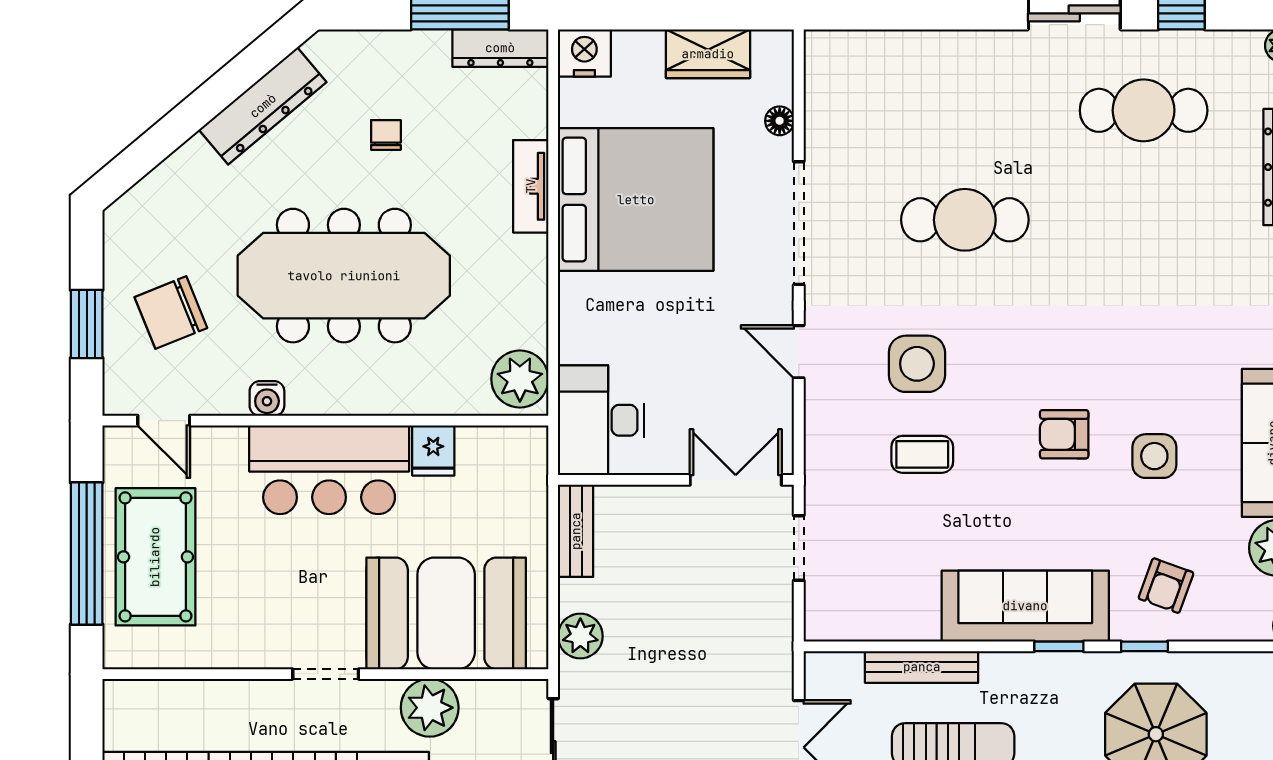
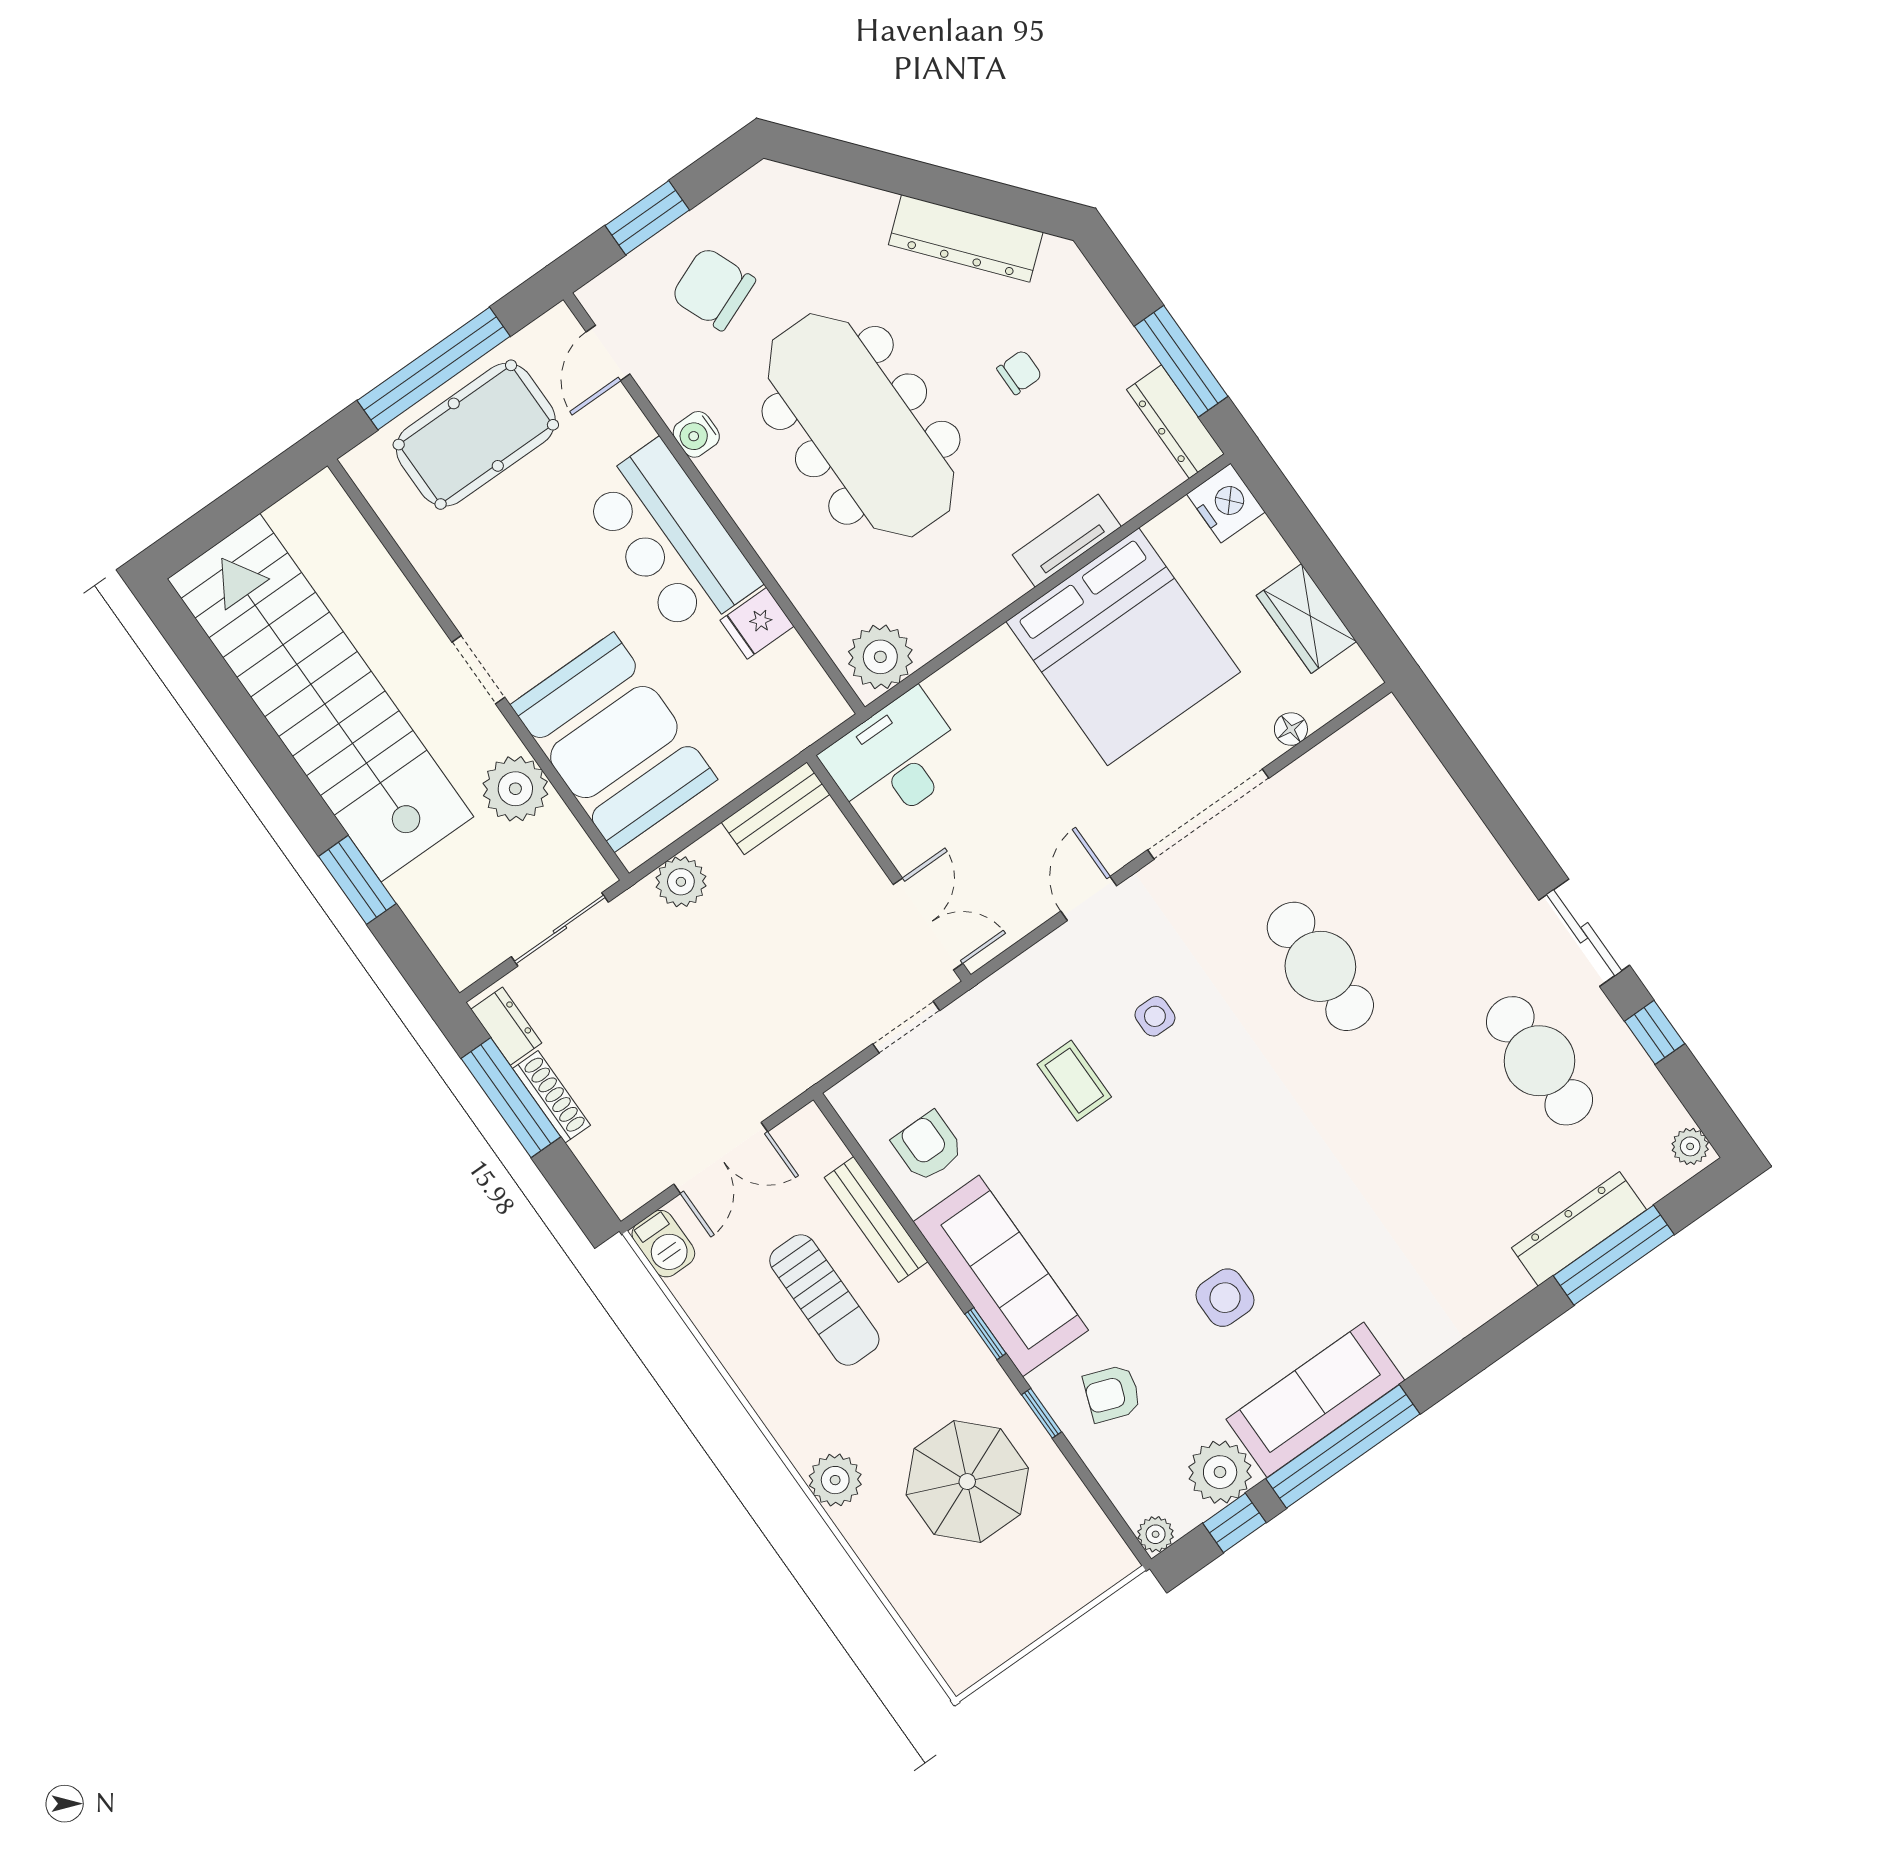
side table: (917, 364) -> (1155, 1016), width x0.54, depth x0.54
armchair: (1064, 434) -> (928, 1146), moved

